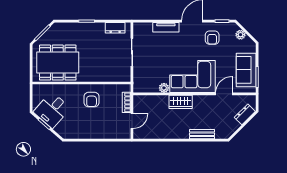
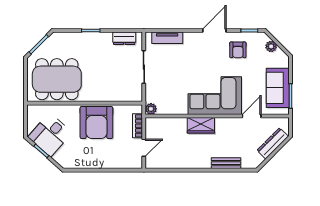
tv unit: (166, 27) -> (167, 38), moved
plant: (164, 88) -> (151, 109), moved
armchair: (92, 100) -> (96, 122), width x1.88, depth x1.88
dresser: (245, 114) -> (273, 143), width x1.44

